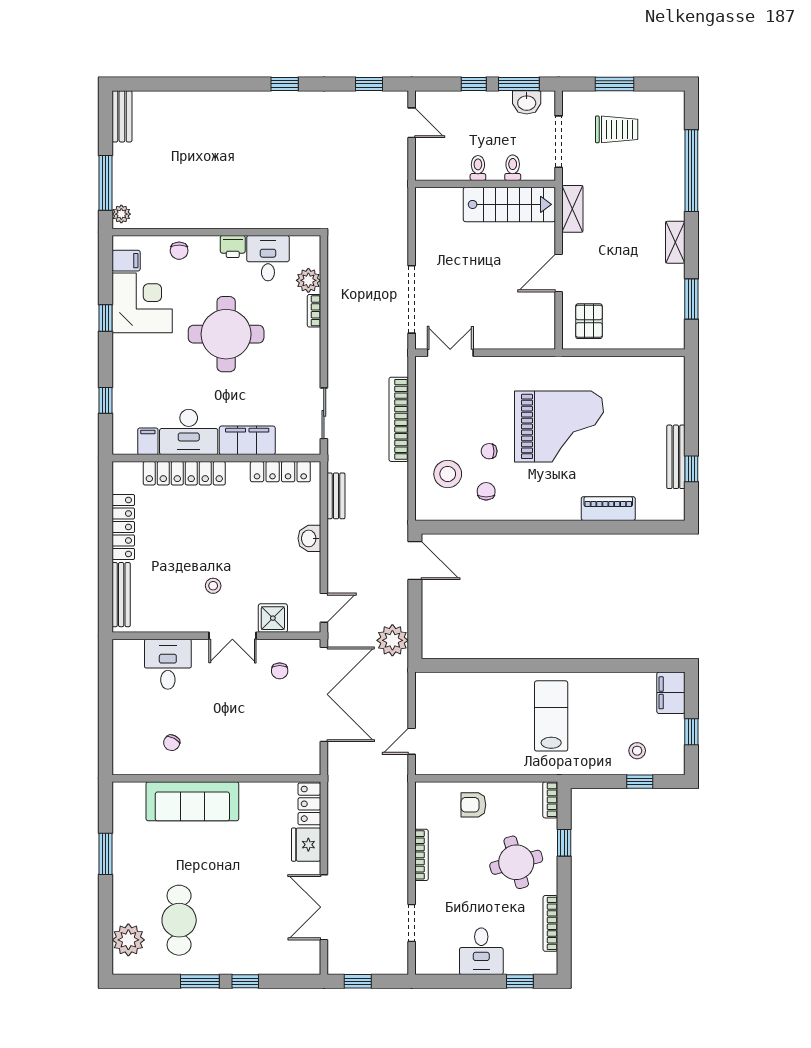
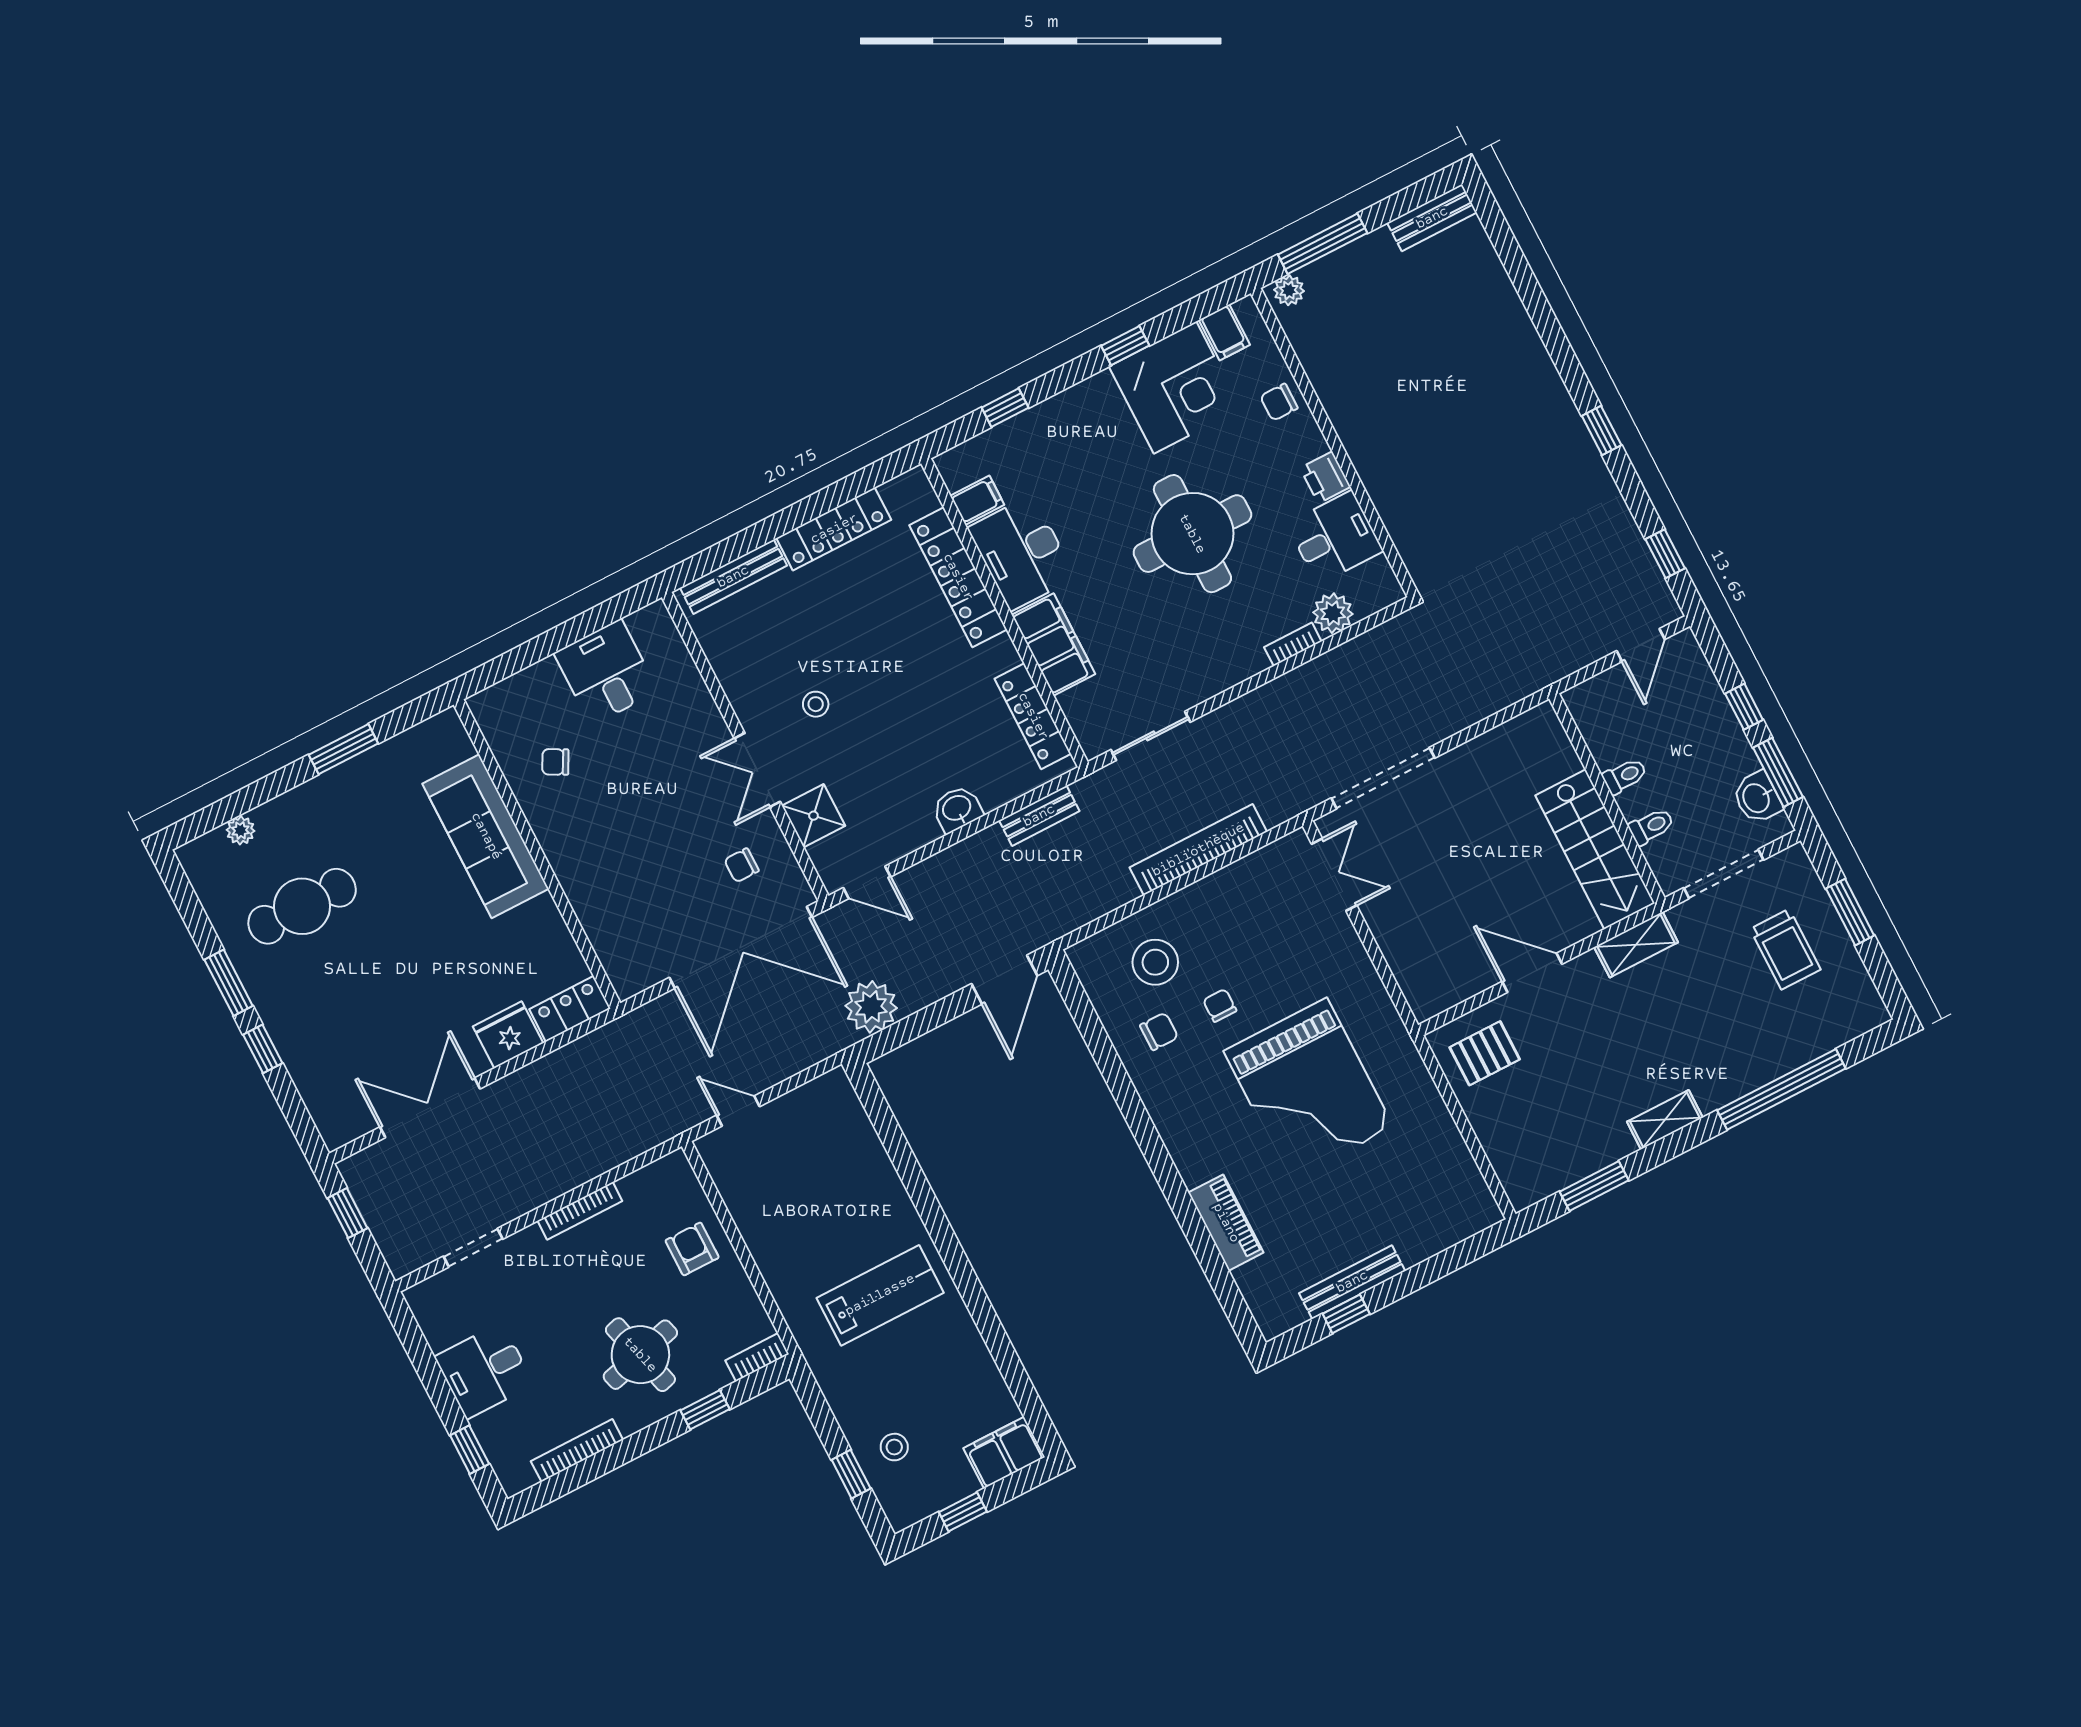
desk: (168, 664) -> (606, 672), moved, turned -90
plant: (128, 940) -> (241, 830), width x0.53, depth x0.53

